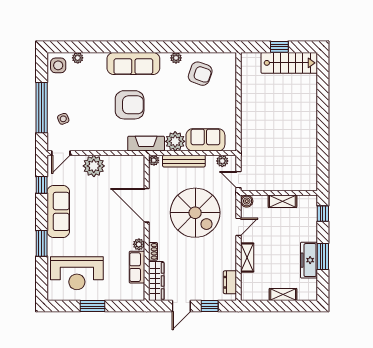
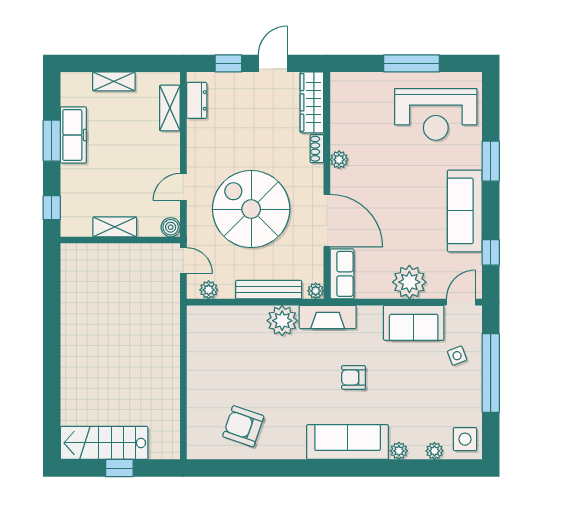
plant: (176, 58) -> (399, 451), moved
armchair: (130, 105) -> (354, 377), width x0.53, depth x0.53
sofa: (205, 140) -> (414, 323), moved
shelving: (247, 257) -> (170, 108), moved
row of seats: (137, 267) -> (342, 274), moved
reception desk: (77, 273) -> (436, 114), turned 180
window: (92, 306) -> (411, 63), width x1.44

